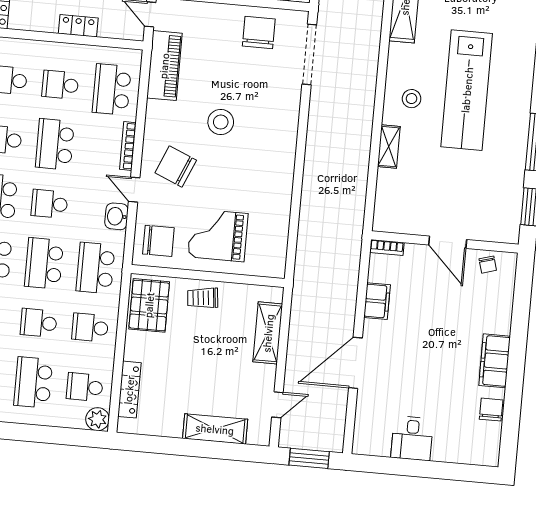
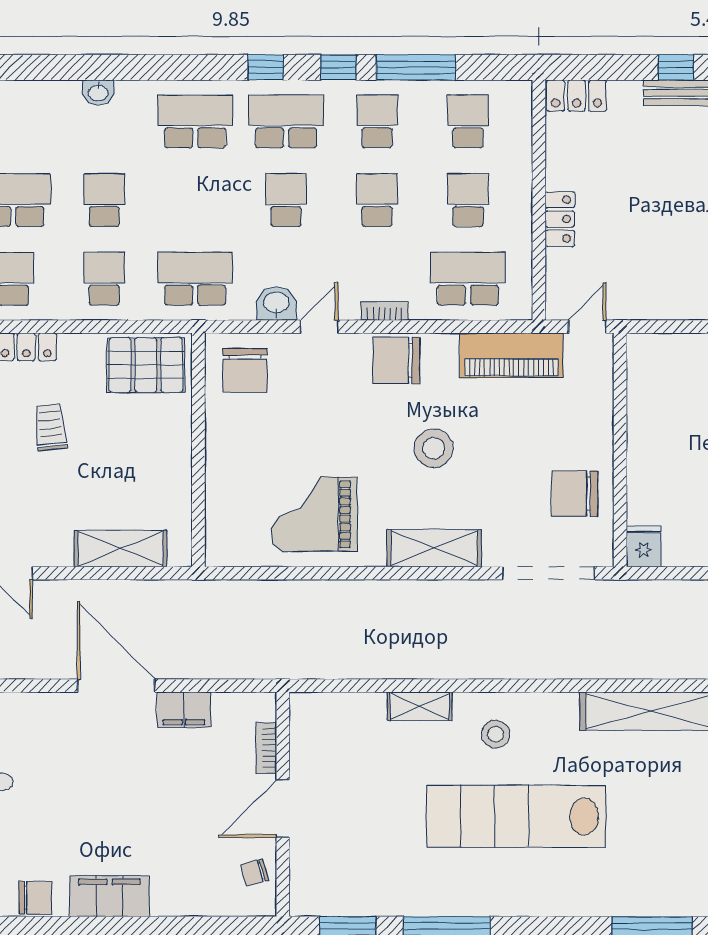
chair: (259, 32) -> (575, 494), turned 180
shelving: (286, 128) -> (434, 548), added
school desk: (55, 144) -> (377, 200), width x0.54
bookcase: (128, 146) -> (384, 311), width x0.64
chair: (176, 167) -> (396, 360), moved, turned -113
grand piano: (218, 235) -> (314, 514), moved, turned -90
bookcase: (387, 248) -> (266, 748), moved
school desk: (44, 263) -> (195, 200), removed
trolley: (203, 298) -> (50, 427), moved
door: (355, 363) -> (116, 686), moved

